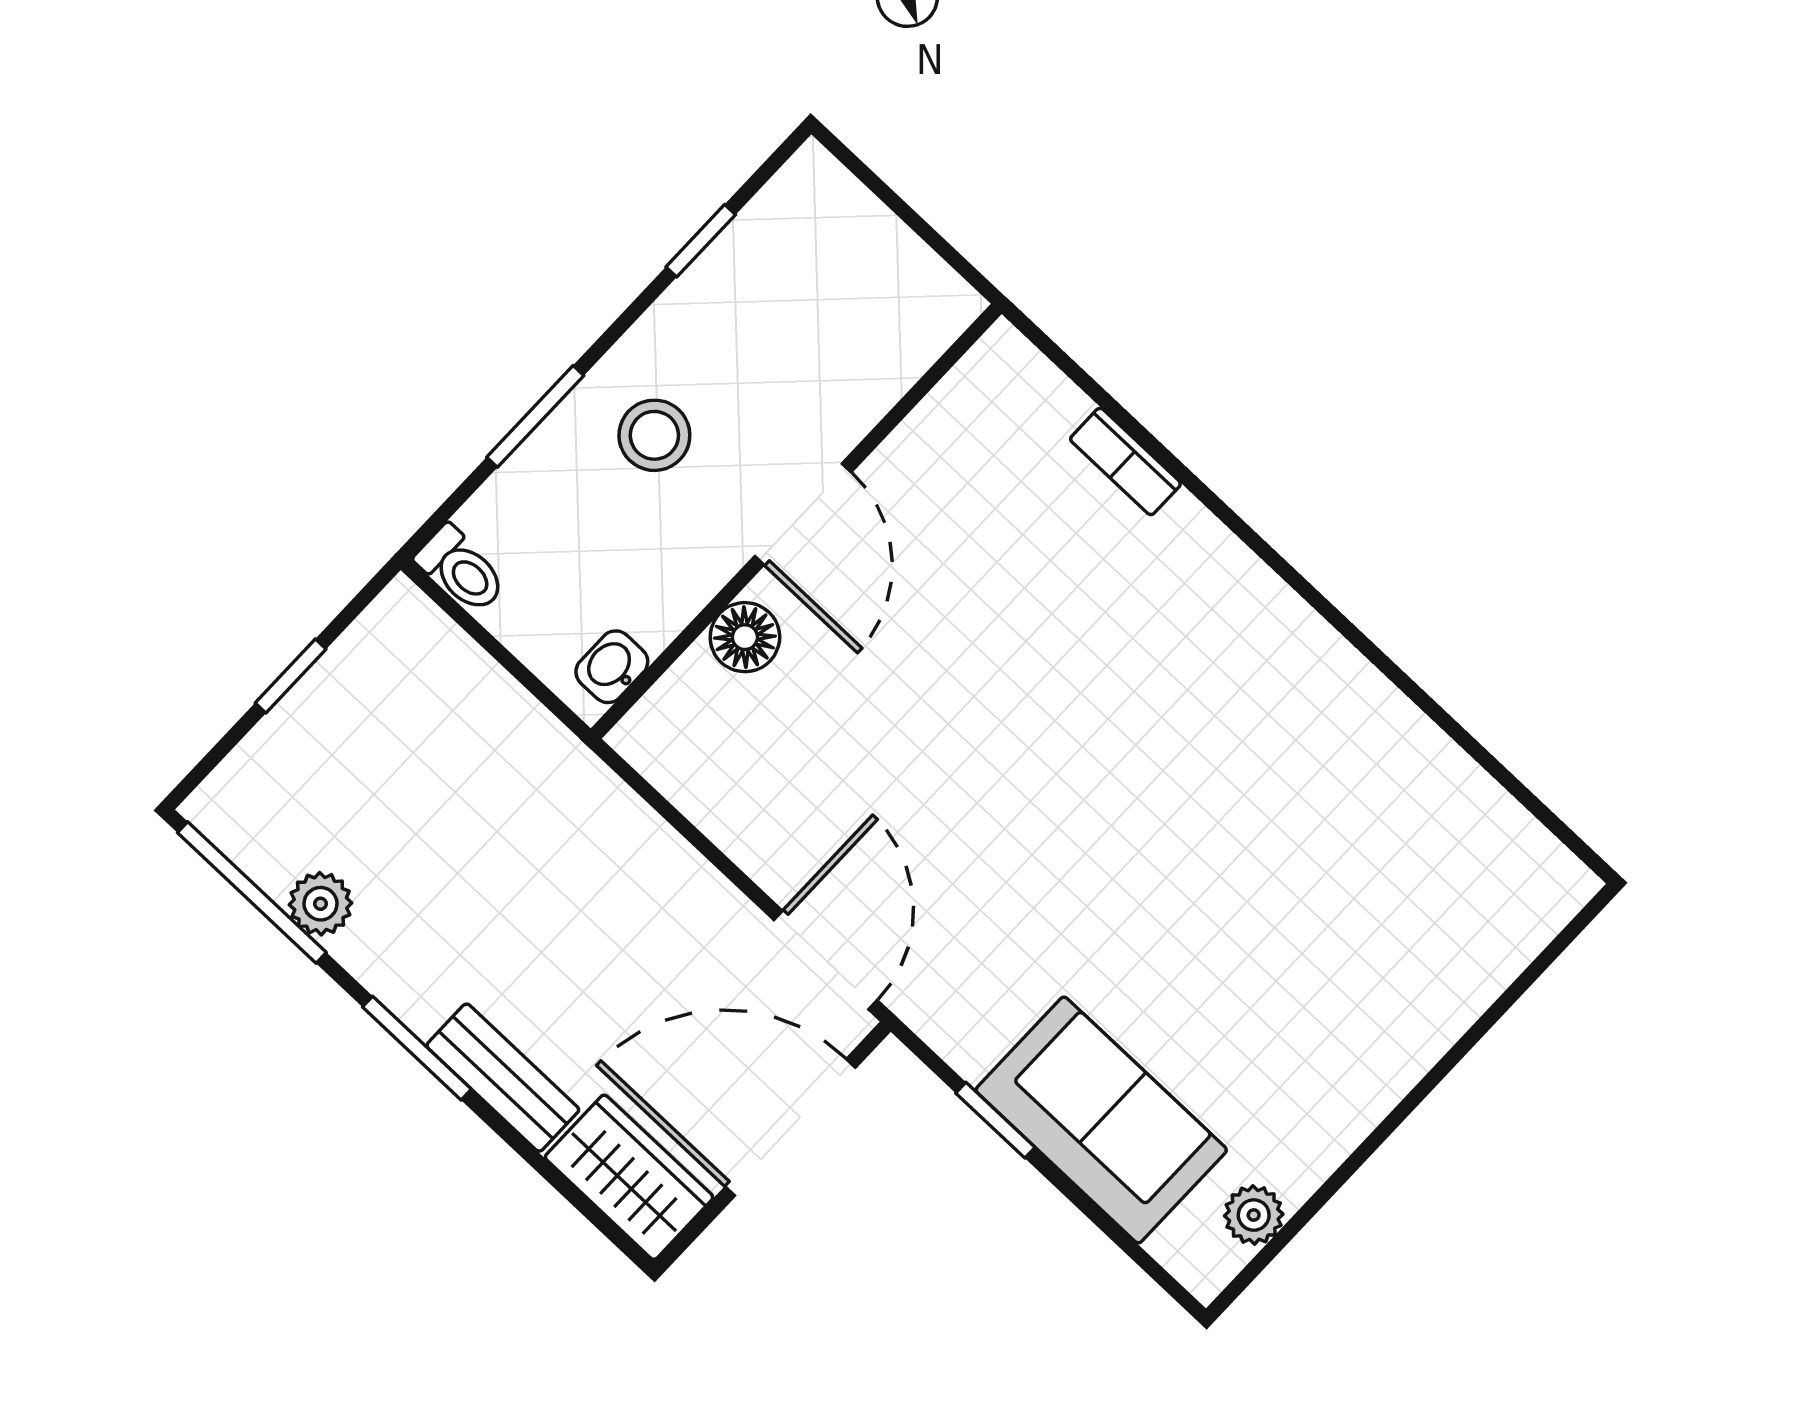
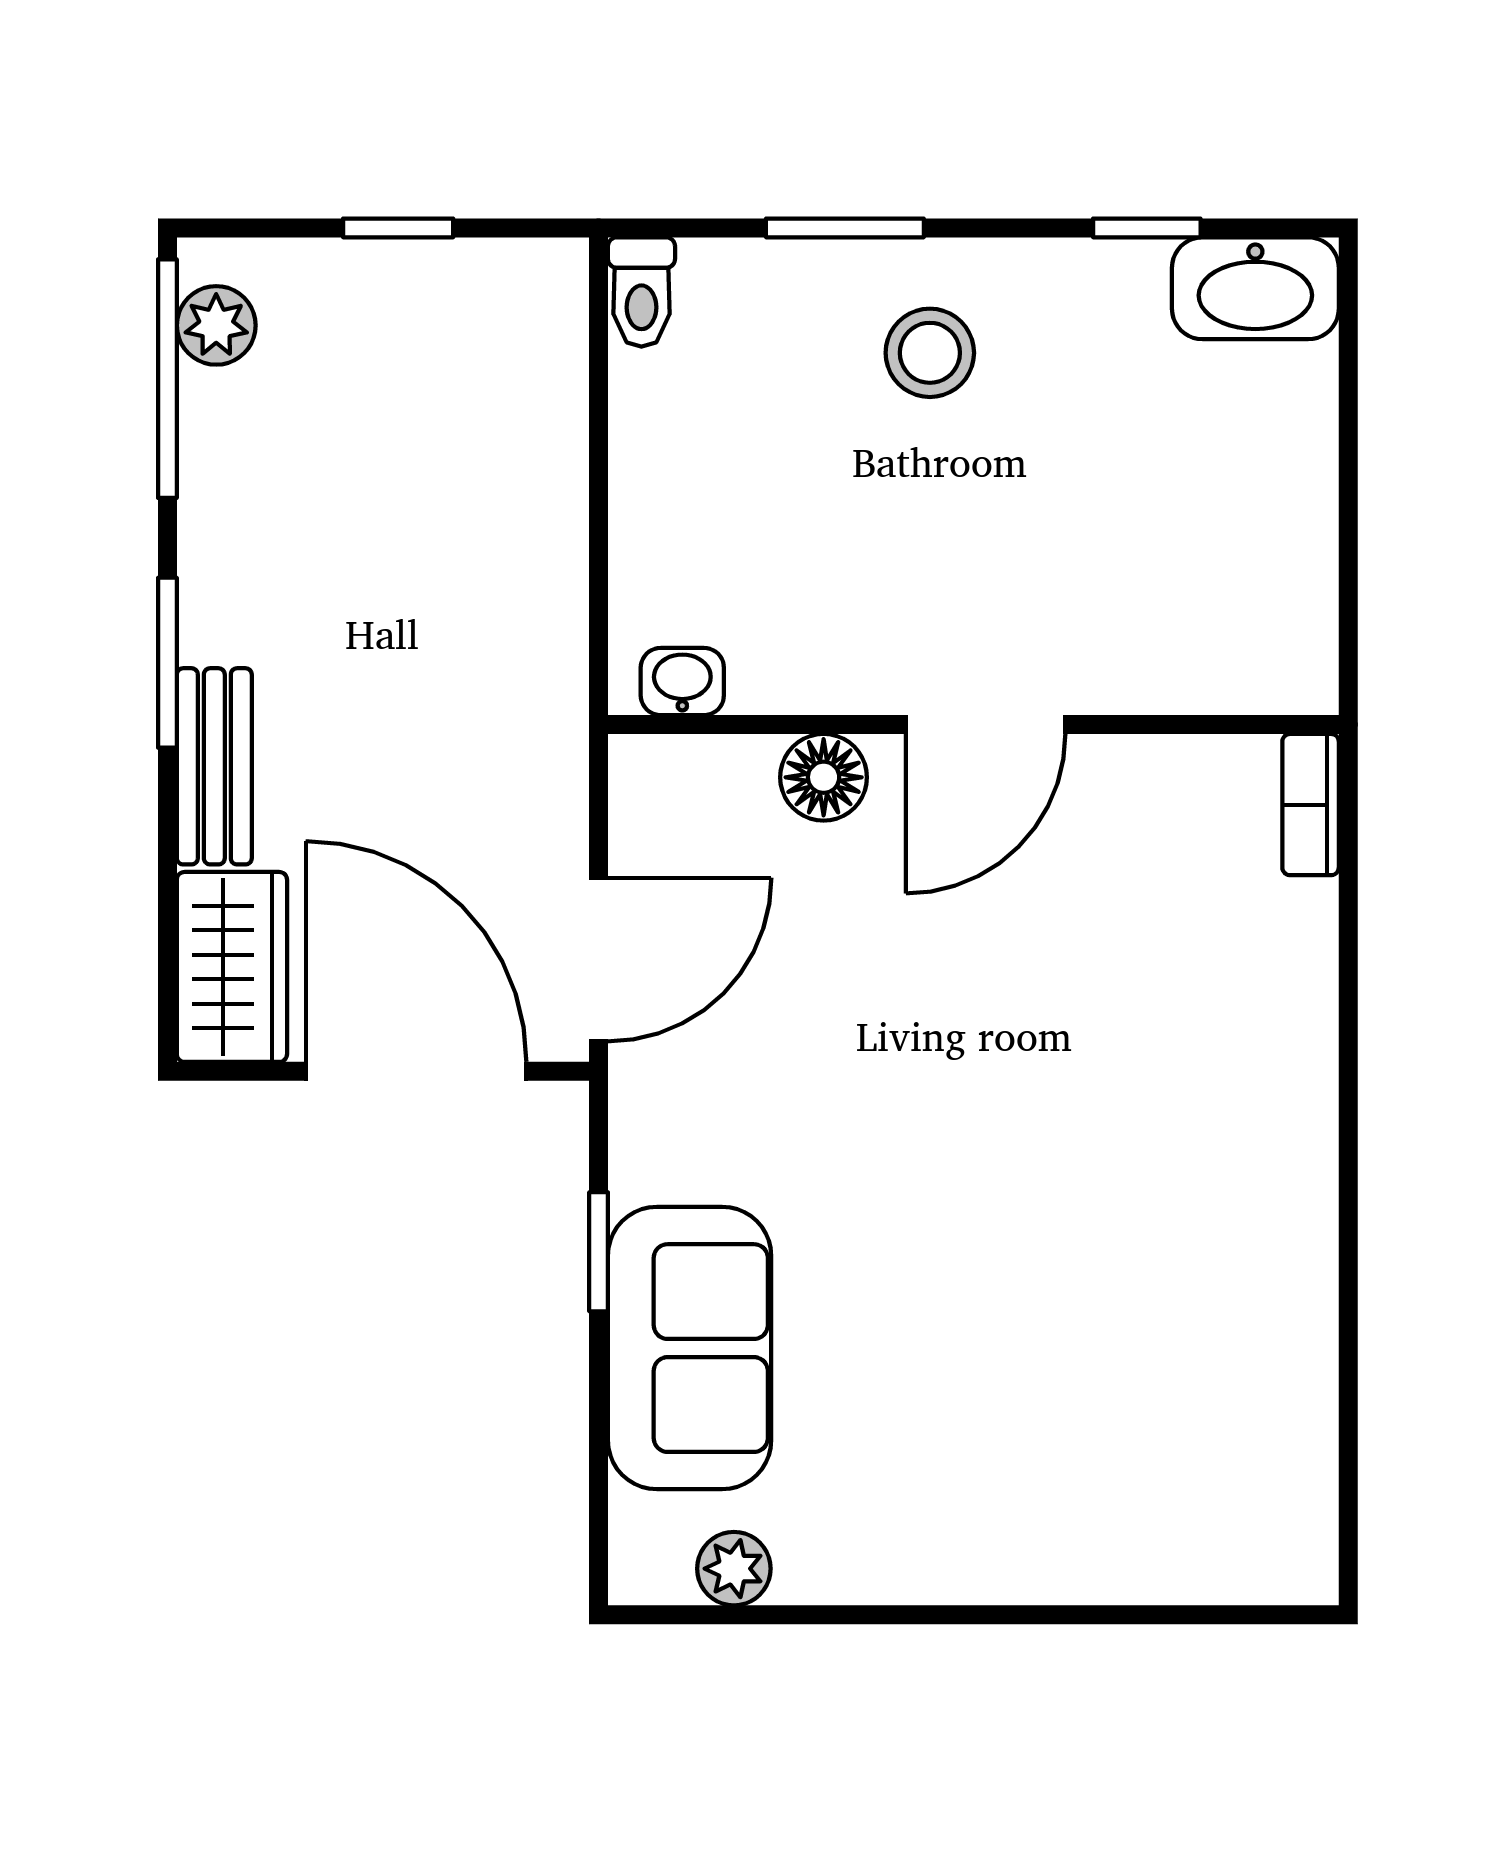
washbasin: (795, 211) -> (1255, 288), added
door: (803, 514) -> (986, 725), moved
wall: (796, 521) -> (973, 725), moved
floor lamp: (745, 637) -> (824, 777), moved
washbasin: (612, 667) -> (682, 681), moved
plant: (321, 904) -> (216, 325), moved

